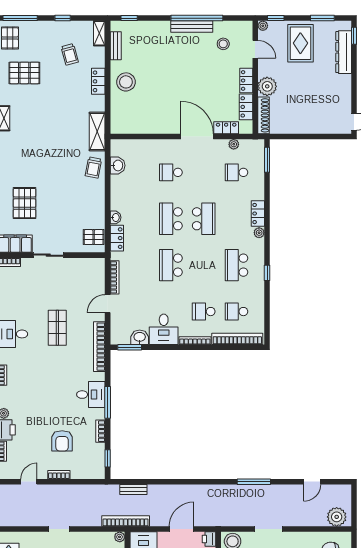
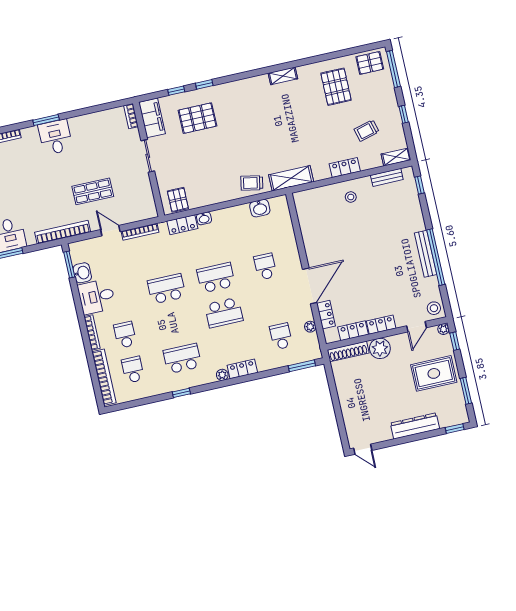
stool: (223, 44) -> (434, 308), moved
dresser: (344, 52) -> (415, 426), moved
stool: (126, 82) -> (351, 197), width x0.53, depth x0.53
shop shelf: (57, 328) -> (93, 191), moved

